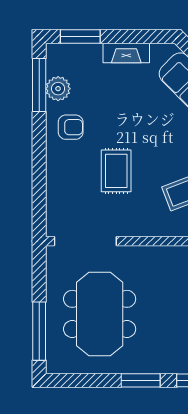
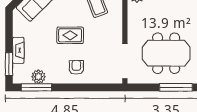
fireplace: (126, 53) -> (18, 50), moved
armchair: (71, 127) -> (76, 67), moved
rug: (116, 171) -> (70, 35), moved

